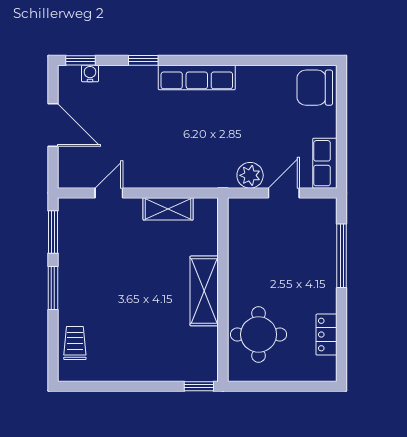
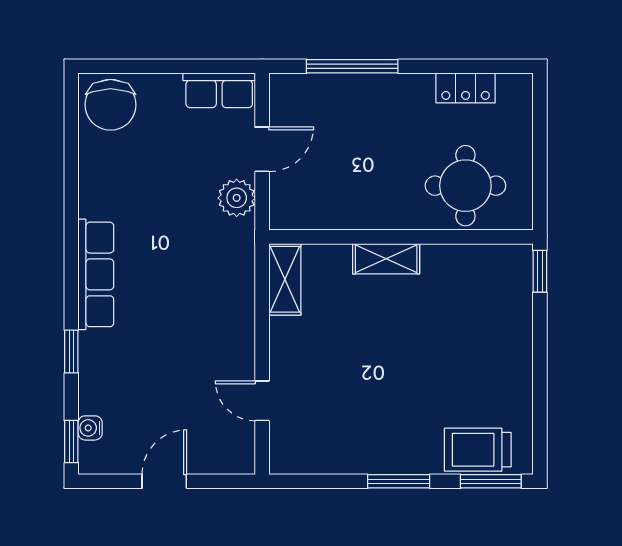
door: (53, 125) -> (164, 481), width x0.73
door: (284, 193) -> (262, 149), swing flipped
shelving: (168, 209) -> (285, 279), moved
window: (53, 232) -> (491, 481), moved
shelving: (204, 291) -> (386, 259), width x0.67, depth x0.75
trolley: (75, 343) -> (478, 450), width x1.36, depth x1.39

